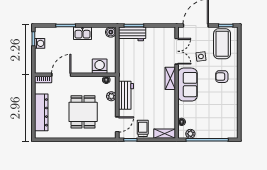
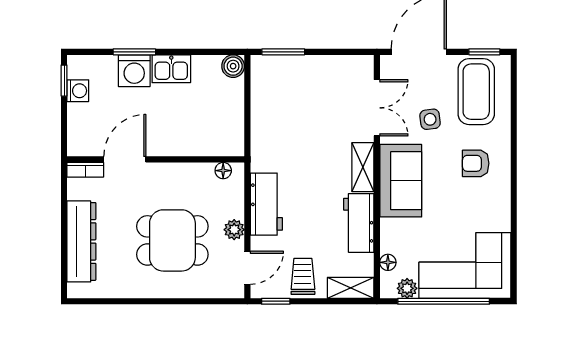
workbench: (132, 34) -> (359, 223), moved, turned 90
washing machine: (100, 66) -> (134, 71), moved, turned 180
plant: (111, 96) -> (234, 230), moved
dining table: (83, 112) -> (172, 240), turned 90
corner sofa: (217, 123) -> (465, 265), added

